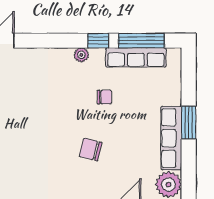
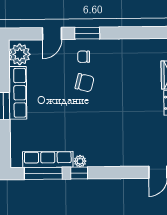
plant: (81, 55) -> (80, 161), moved
chair: (105, 97) -> (84, 57), moved

